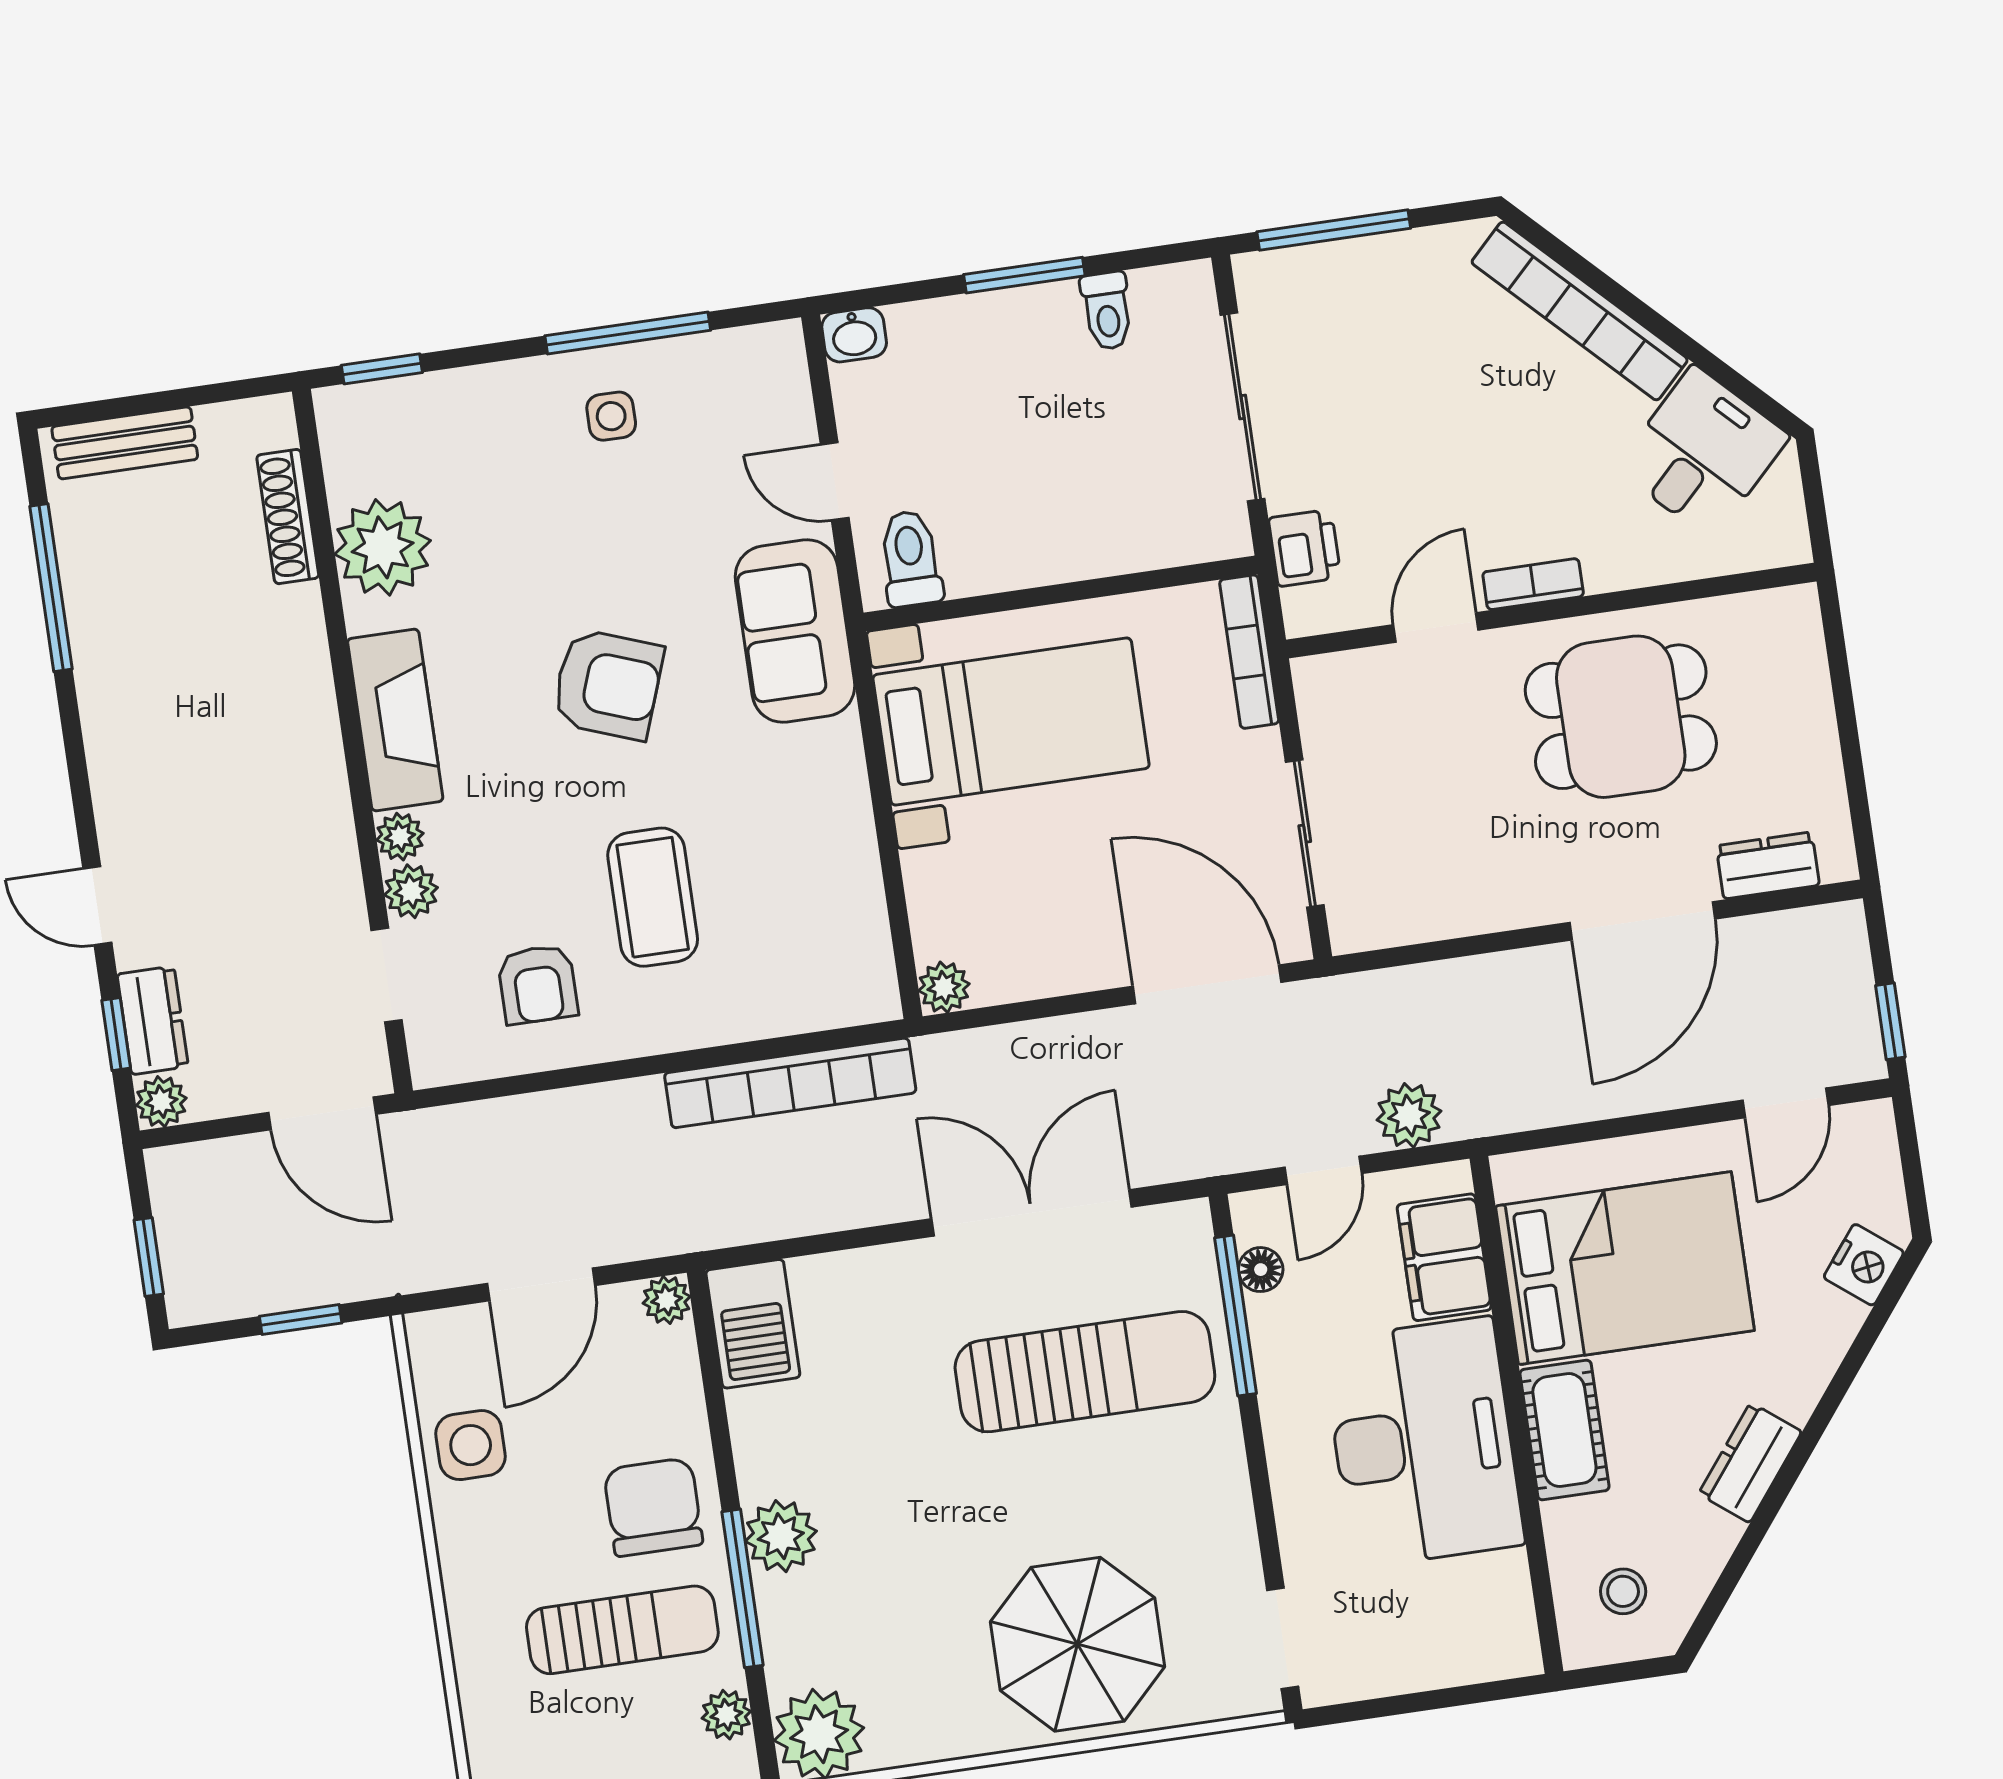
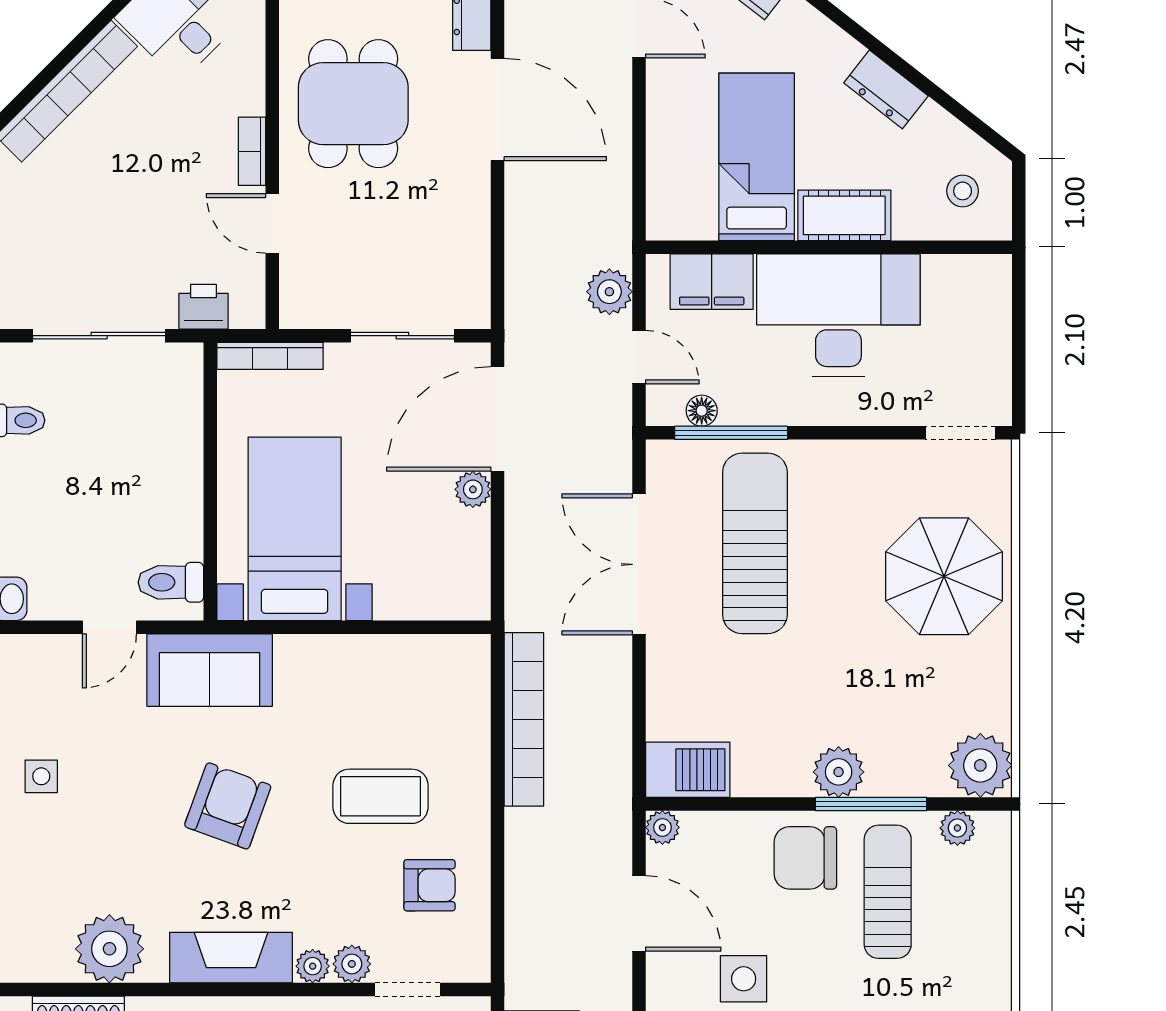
plant: (944, 987) -> (473, 489), moved
bed: (1625, 1268) -> (757, 157), width x0.67

